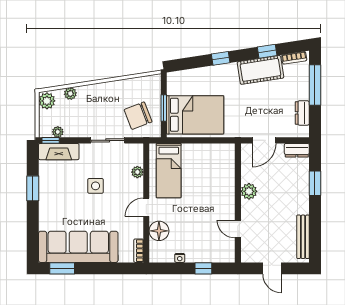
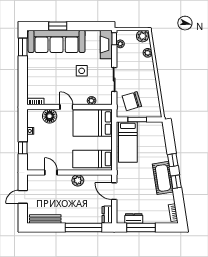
window: (267, 51) -> (176, 182), moved
cot: (260, 70) -> (163, 178), moved
window: (315, 85) -> (141, 228), moved
bed: (195, 115) -> (128, 142), width x0.67
chair: (138, 116) -> (132, 101), turned -86
bed: (169, 171) -> (93, 123), width x1.50
bed: (219, 171) -> (93, 159), added
window: (315, 183) -> (84, 228), width x2.11
window: (33, 188) -> (58, 26), moved
door: (238, 229) -> (51, 172), hinge flipped
sofa: (78, 247) -> (57, 41), moved, turned 90

